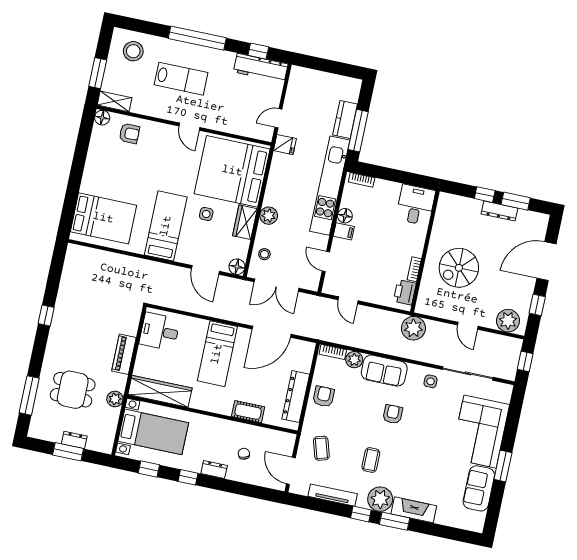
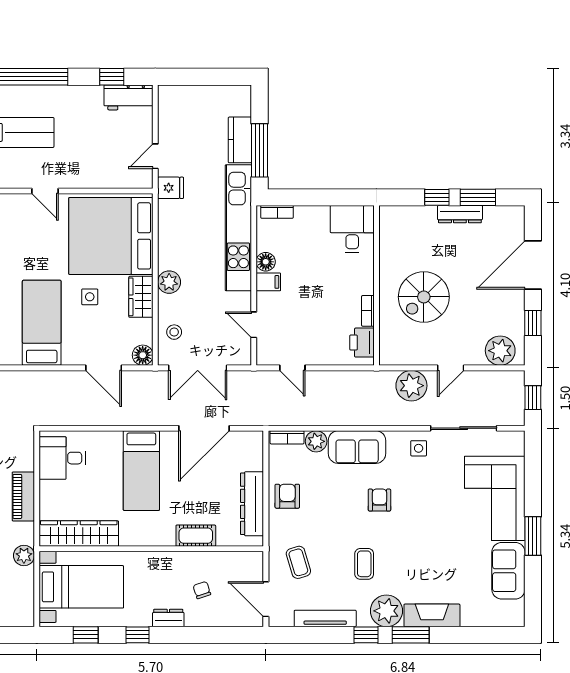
workbench: (261, 68) -> (128, 97), width x0.73
door: (468, 326) -> (451, 368), hinge flipped
plant: (413, 328) -> (411, 386), moved

